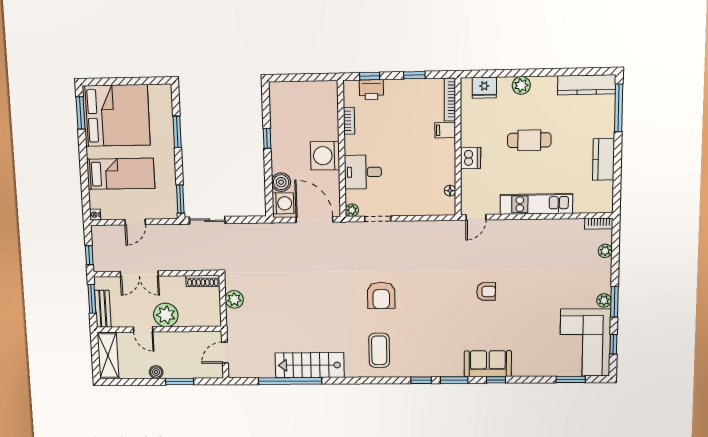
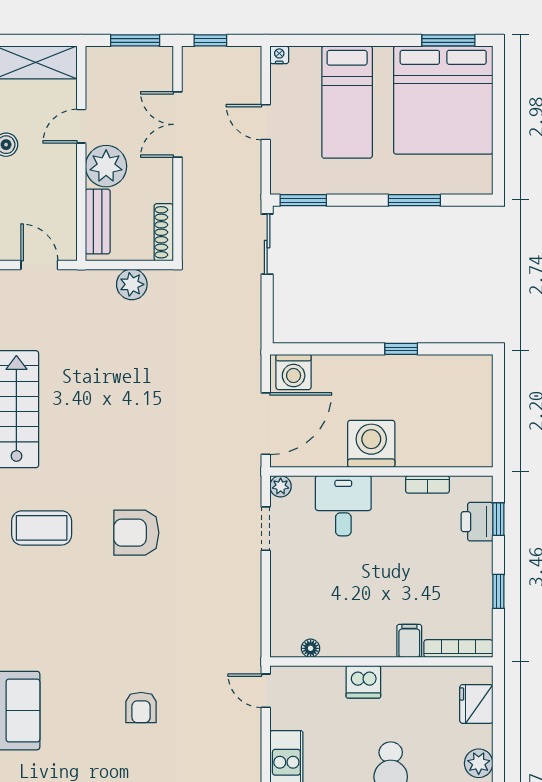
boiler: (281, 182) -> (329, 370), removed
bench: (103, 309) -> (98, 221), moved, turned 90

